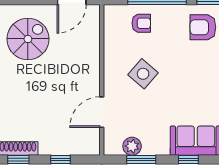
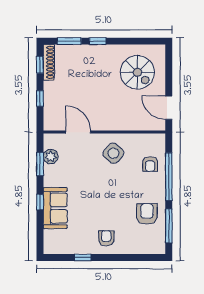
side table: (143, 74) -> (113, 153), moved

